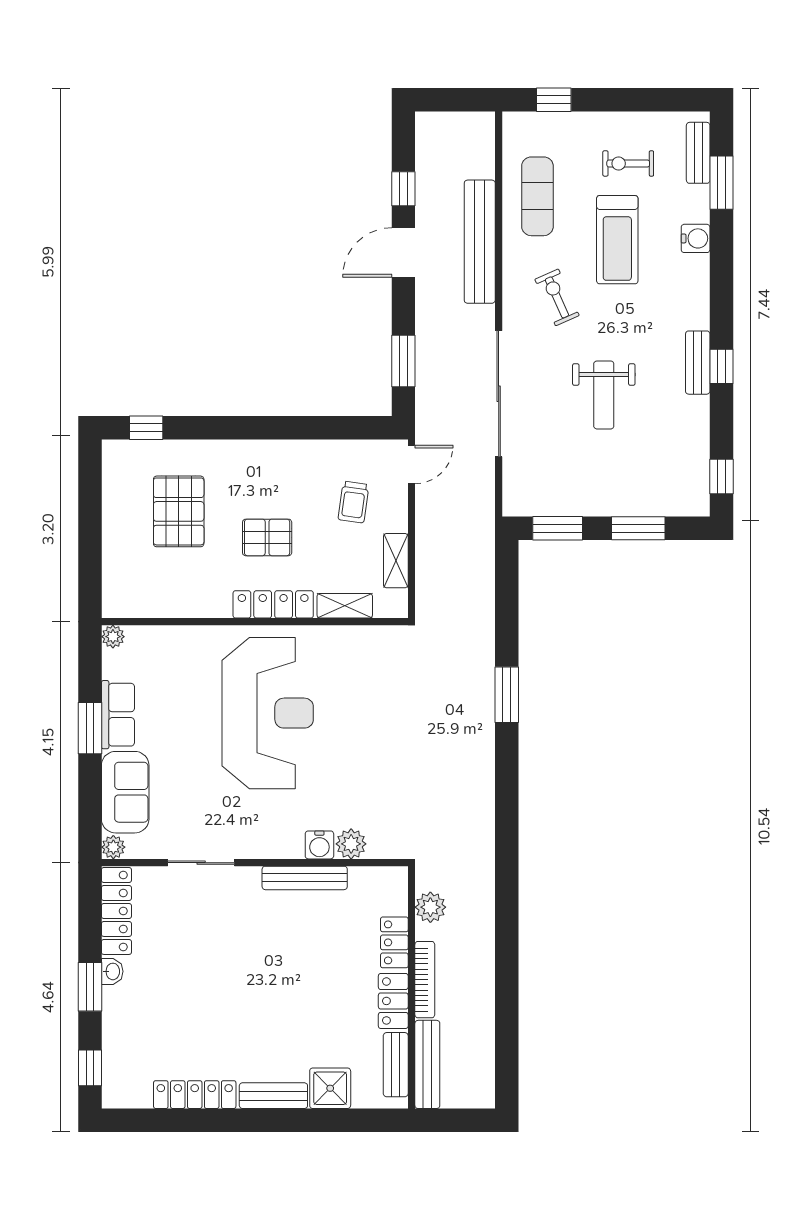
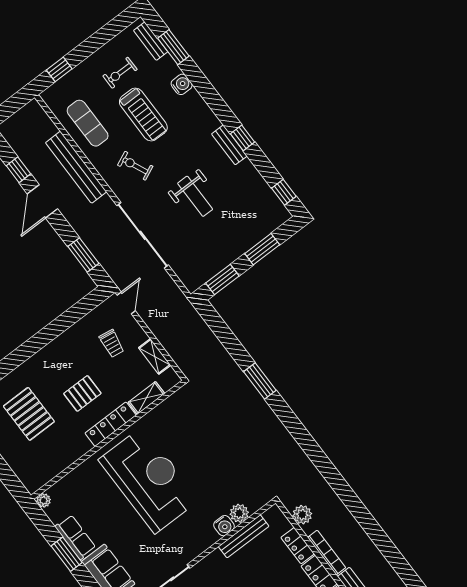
bench: (305, 878) -> (244, 536), moved

